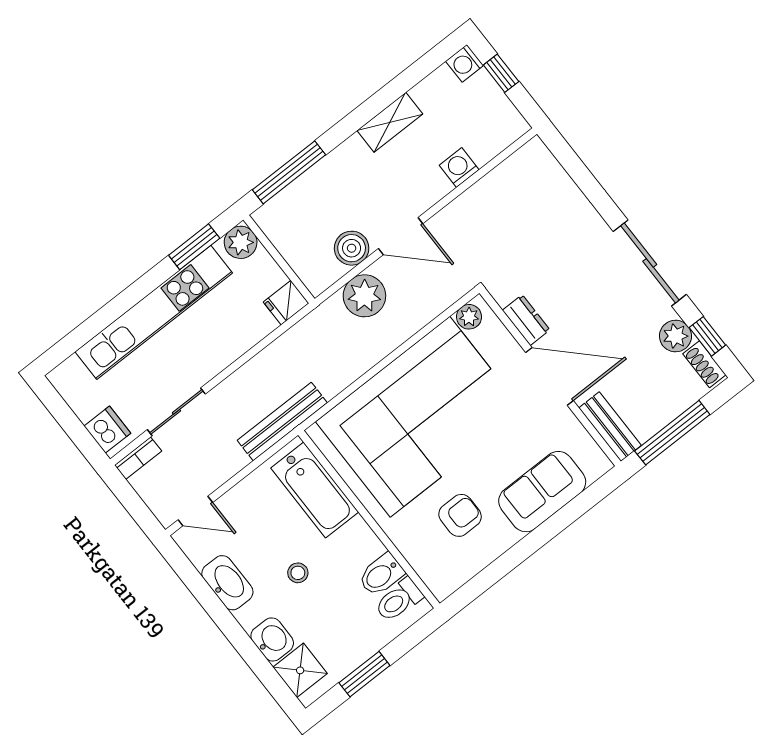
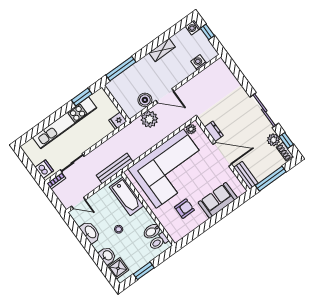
washing machine: (459, 167) -> (199, 62), moved
plant: (241, 242) -> (100, 96), removed

